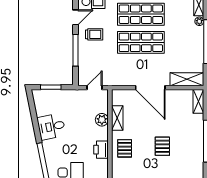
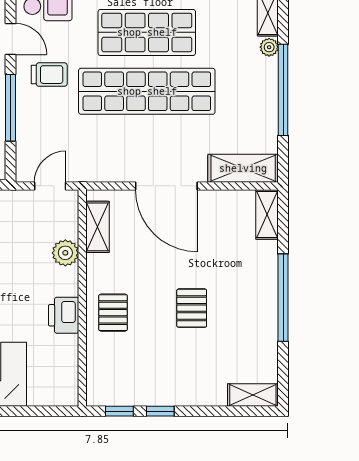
door: (76, 17) -> (11, 39), hinge flipped
shop shelf: (141, 42) -> (147, 91), width x1.40
shelving: (117, 118) -> (98, 227), moved

